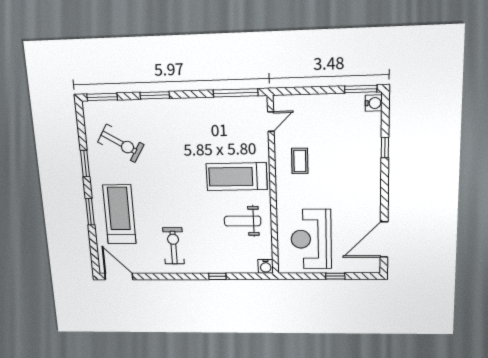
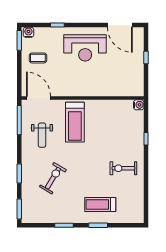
door: (271, 122) -> (39, 98), width x1.88
exercise bike: (121, 143) -> (53, 178), moved
coffee table: (300, 161) -> (38, 58), moved
treadmill: (119, 214) -> (100, 205), width x0.73, depth x0.73
weight bench: (243, 221) -> (42, 135), moved
reception desk: (311, 239) -> (85, 48), moved
door: (119, 277) -> (146, 209), removed

